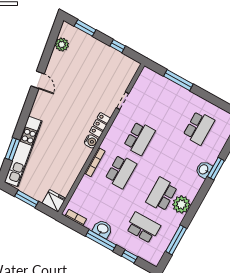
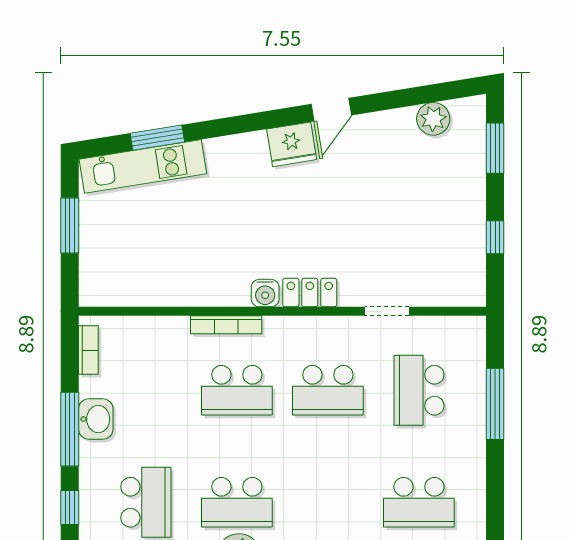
school desk: (158, 105) -> (419, 390), added
kitchen unit: (23, 151) -> (143, 166), width x0.73
school desk: (162, 194) -> (237, 502), turned 180
fridge: (54, 201) -> (292, 144), moved, turned 81

